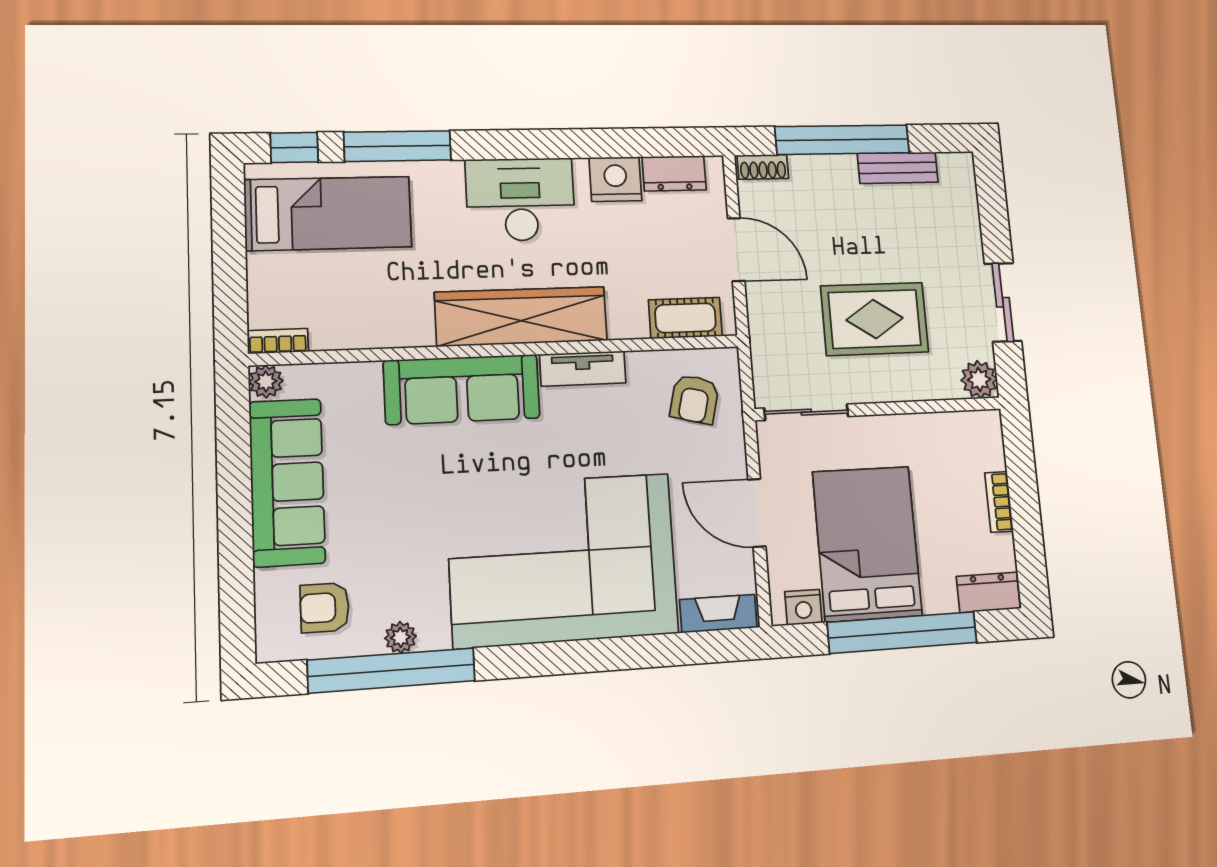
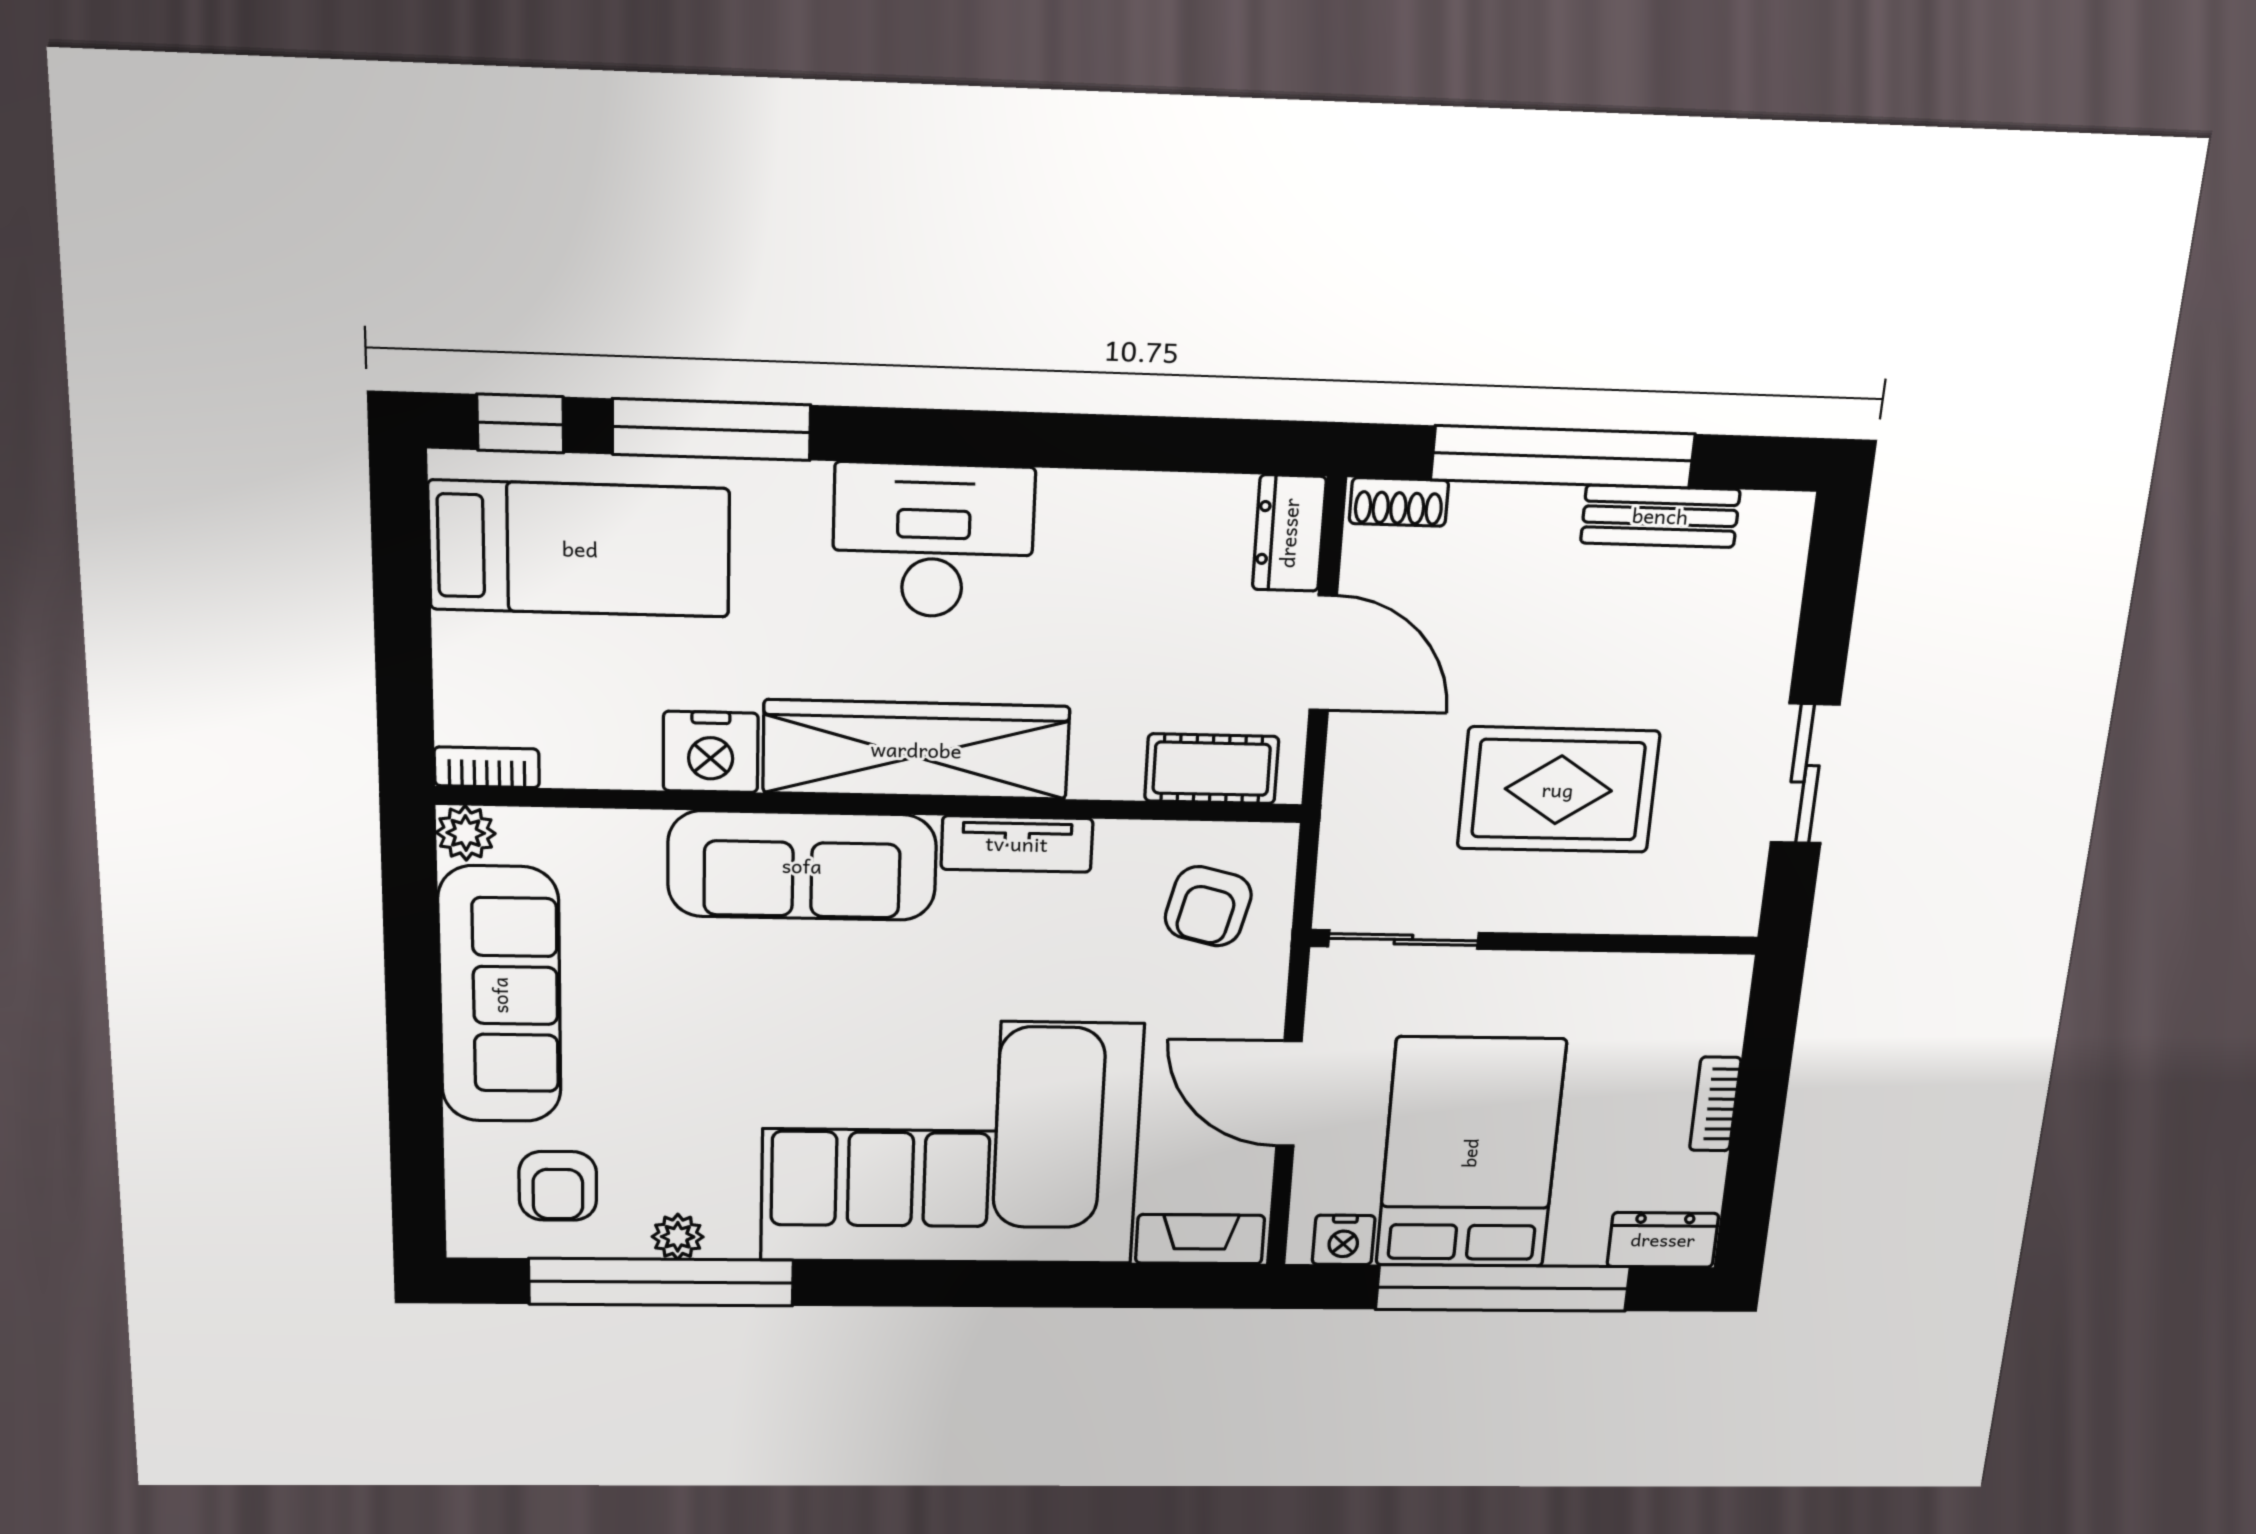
dresser: (674, 173) -> (1289, 533), moved, turned 90
nightstand: (615, 179) -> (711, 752), moved, turned 180
plant: (979, 379) -> (1728, 904), removed
armchair: (325, 608) -> (558, 1186), turned -90

